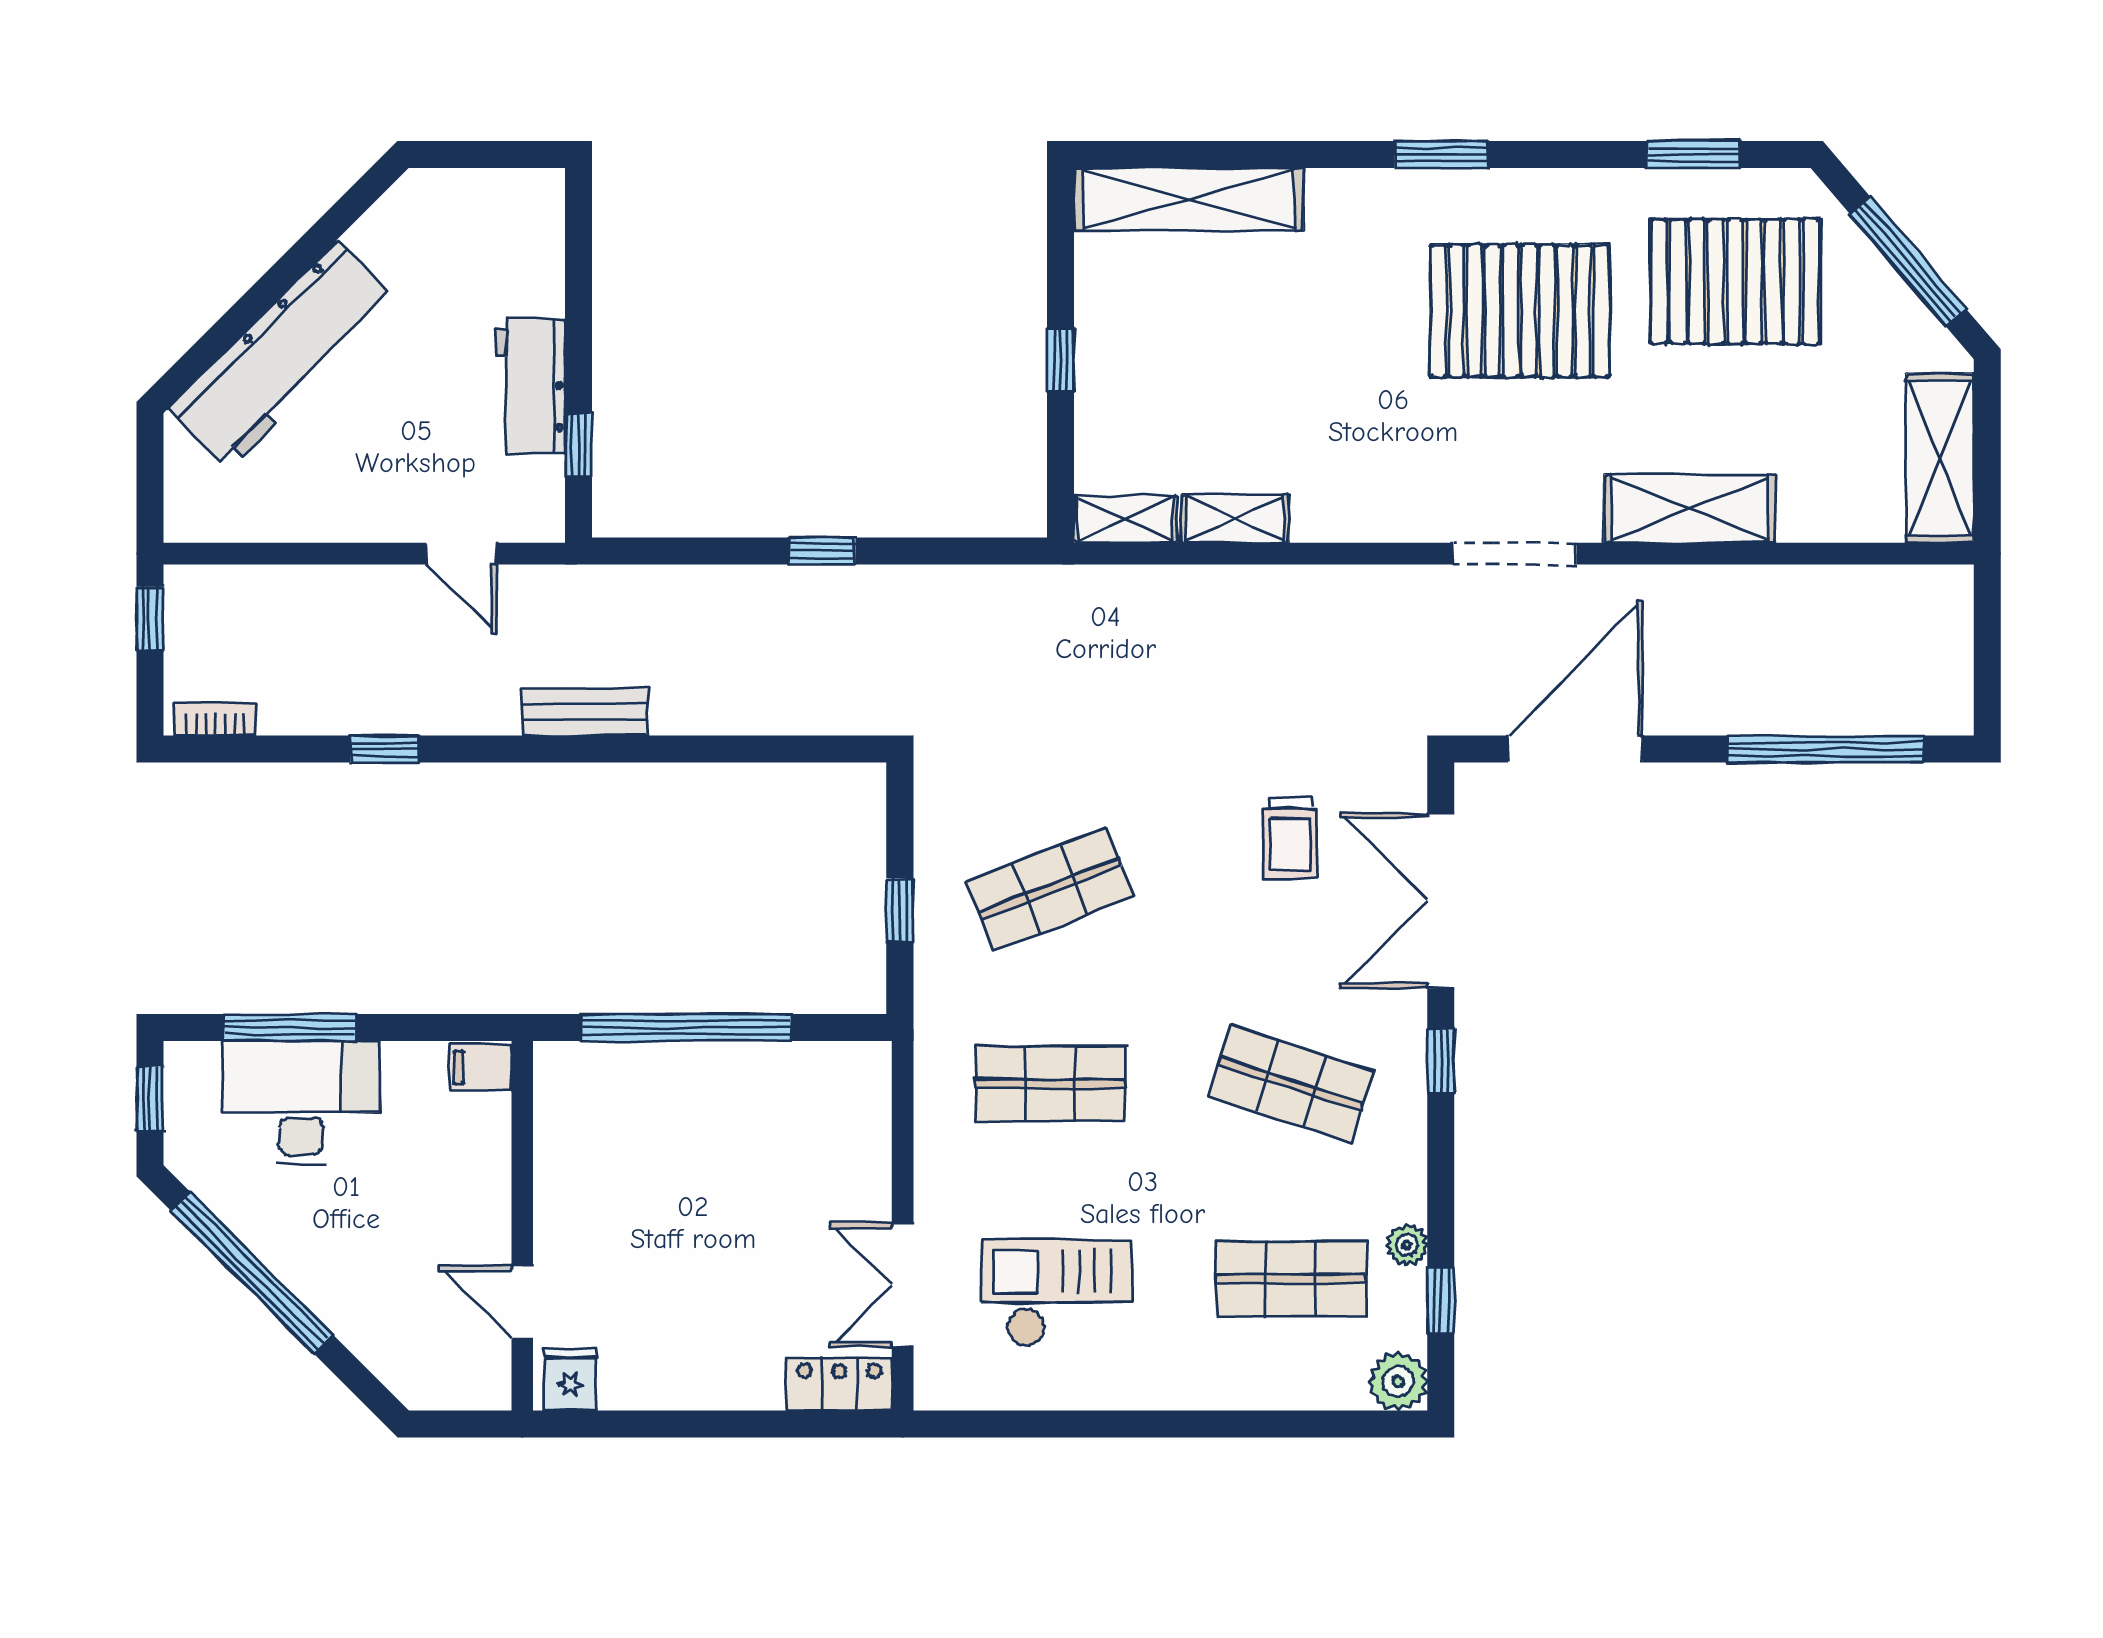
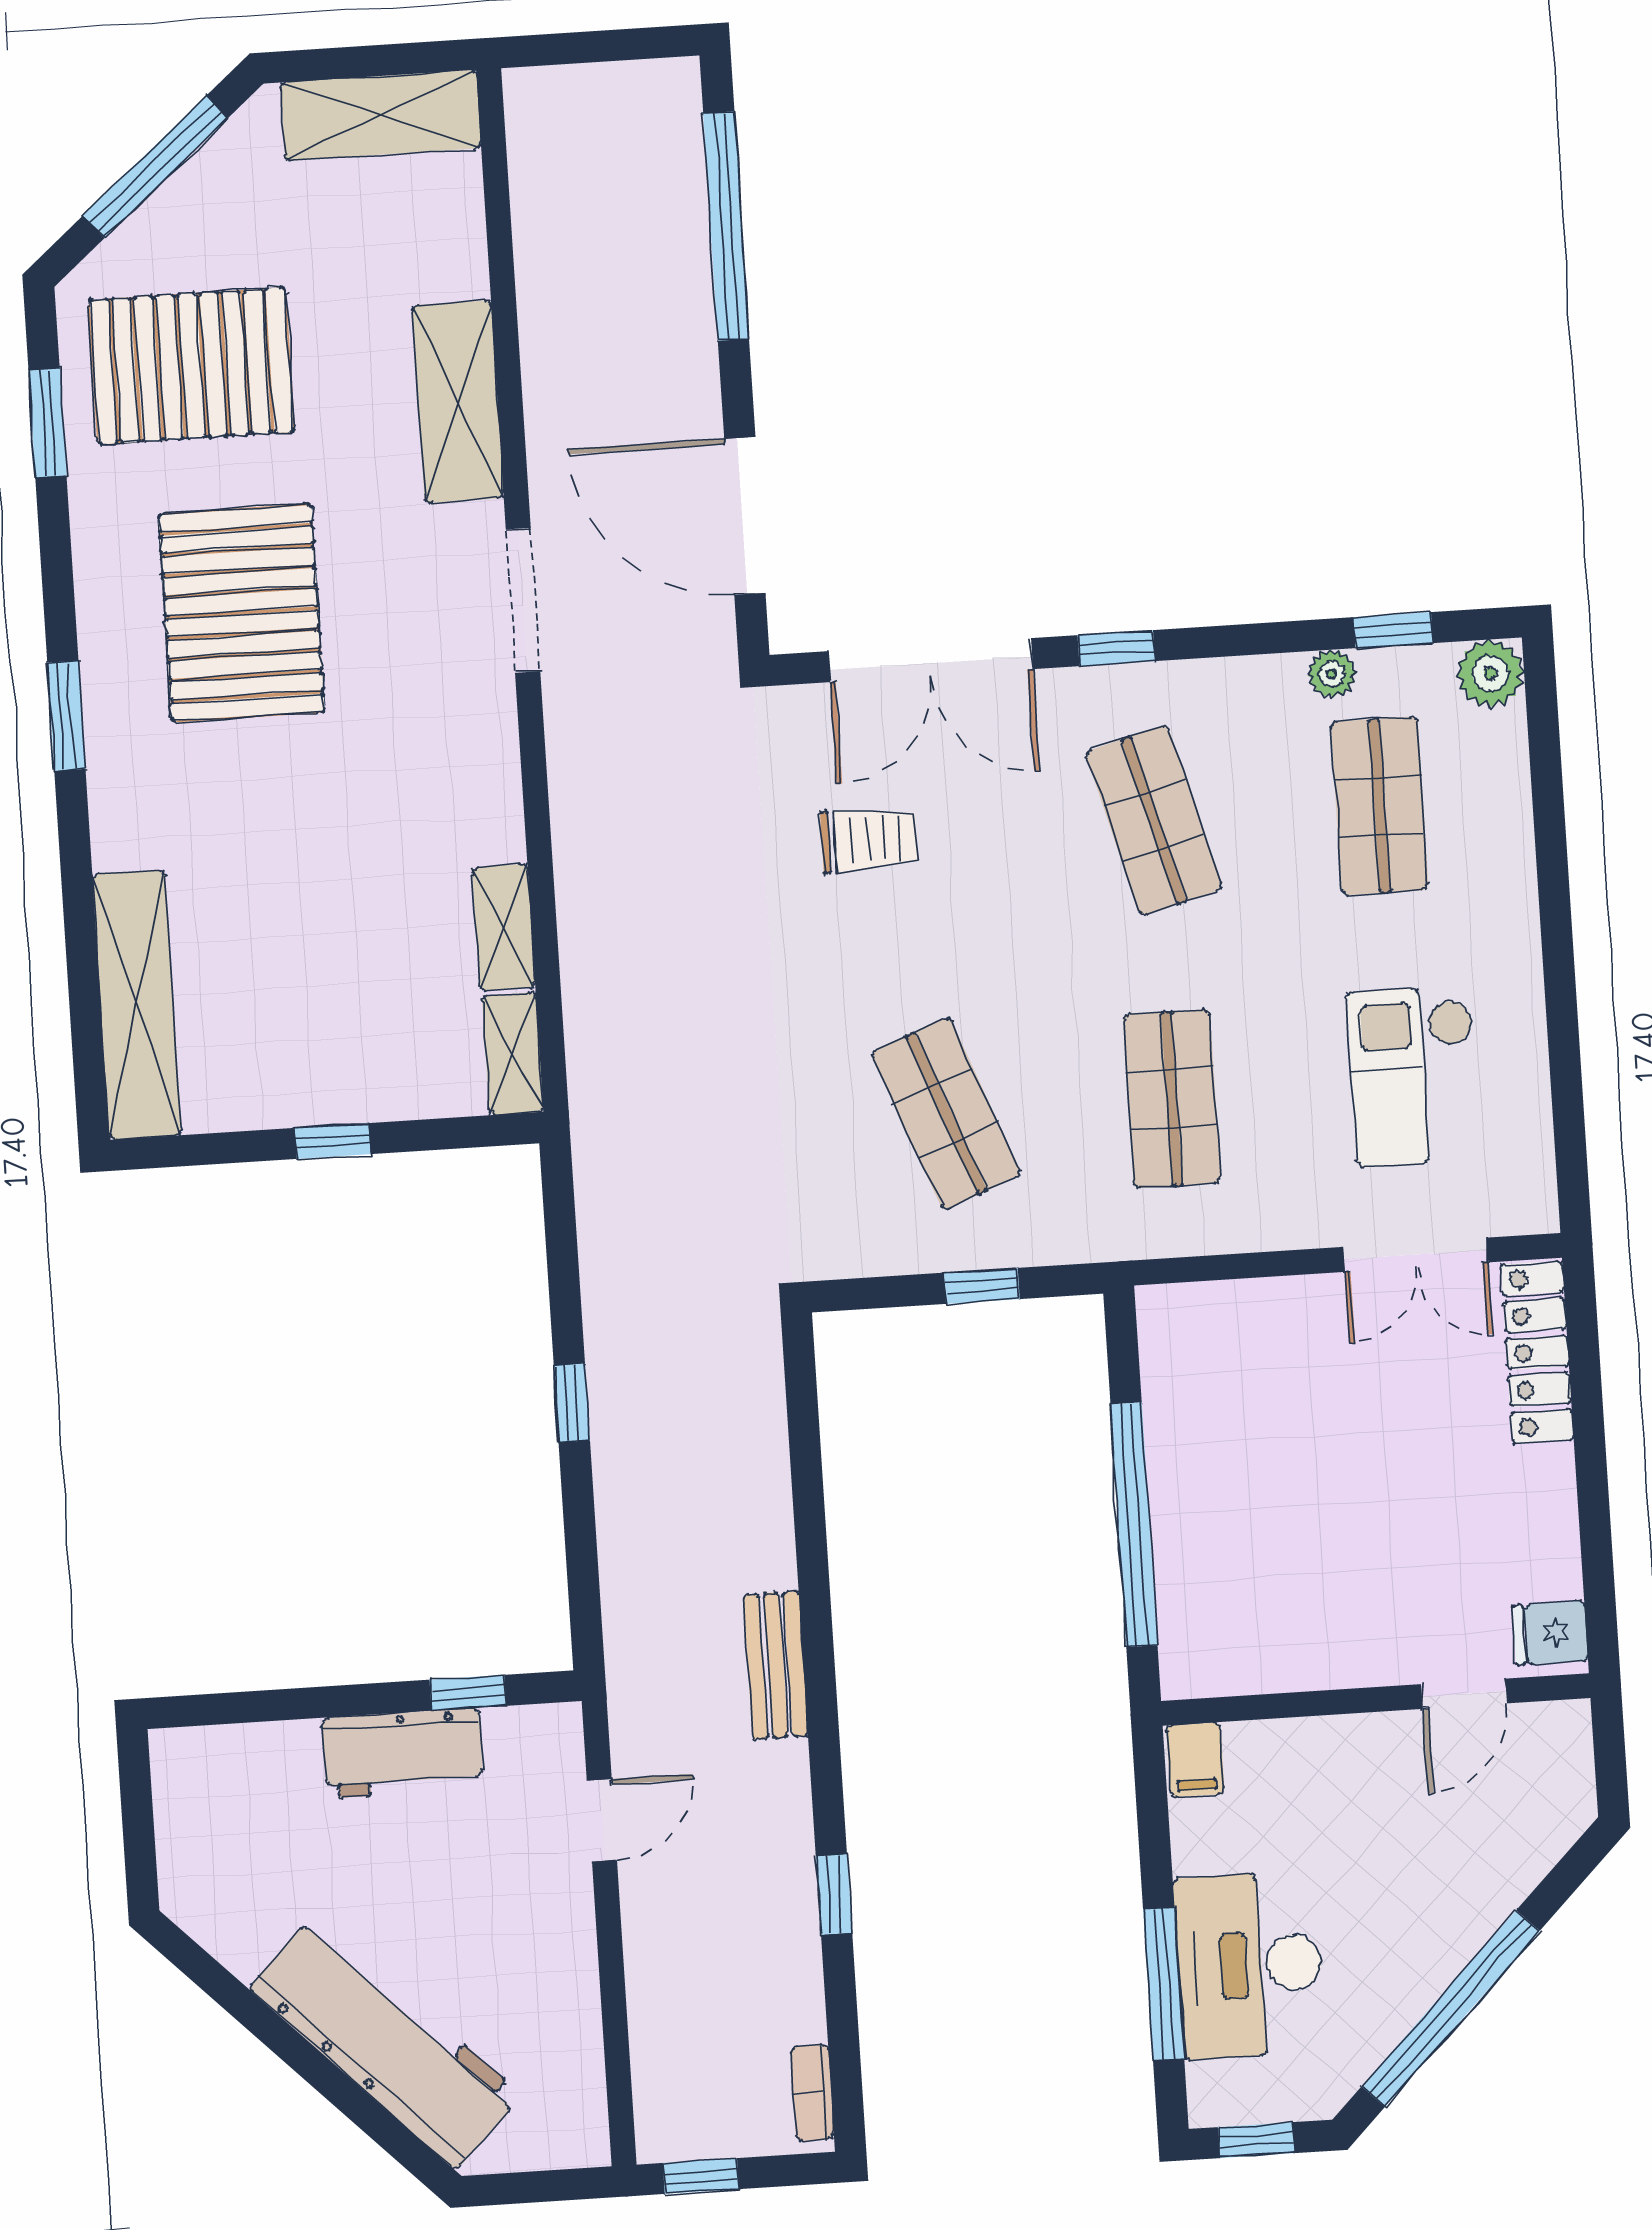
pallet: (1735, 282) -> (192, 366), turned 90
shop shelf: (1291, 1084) -> (1154, 820), turned -33
locker: (839, 1384) -> (1537, 1352), width x1.53

